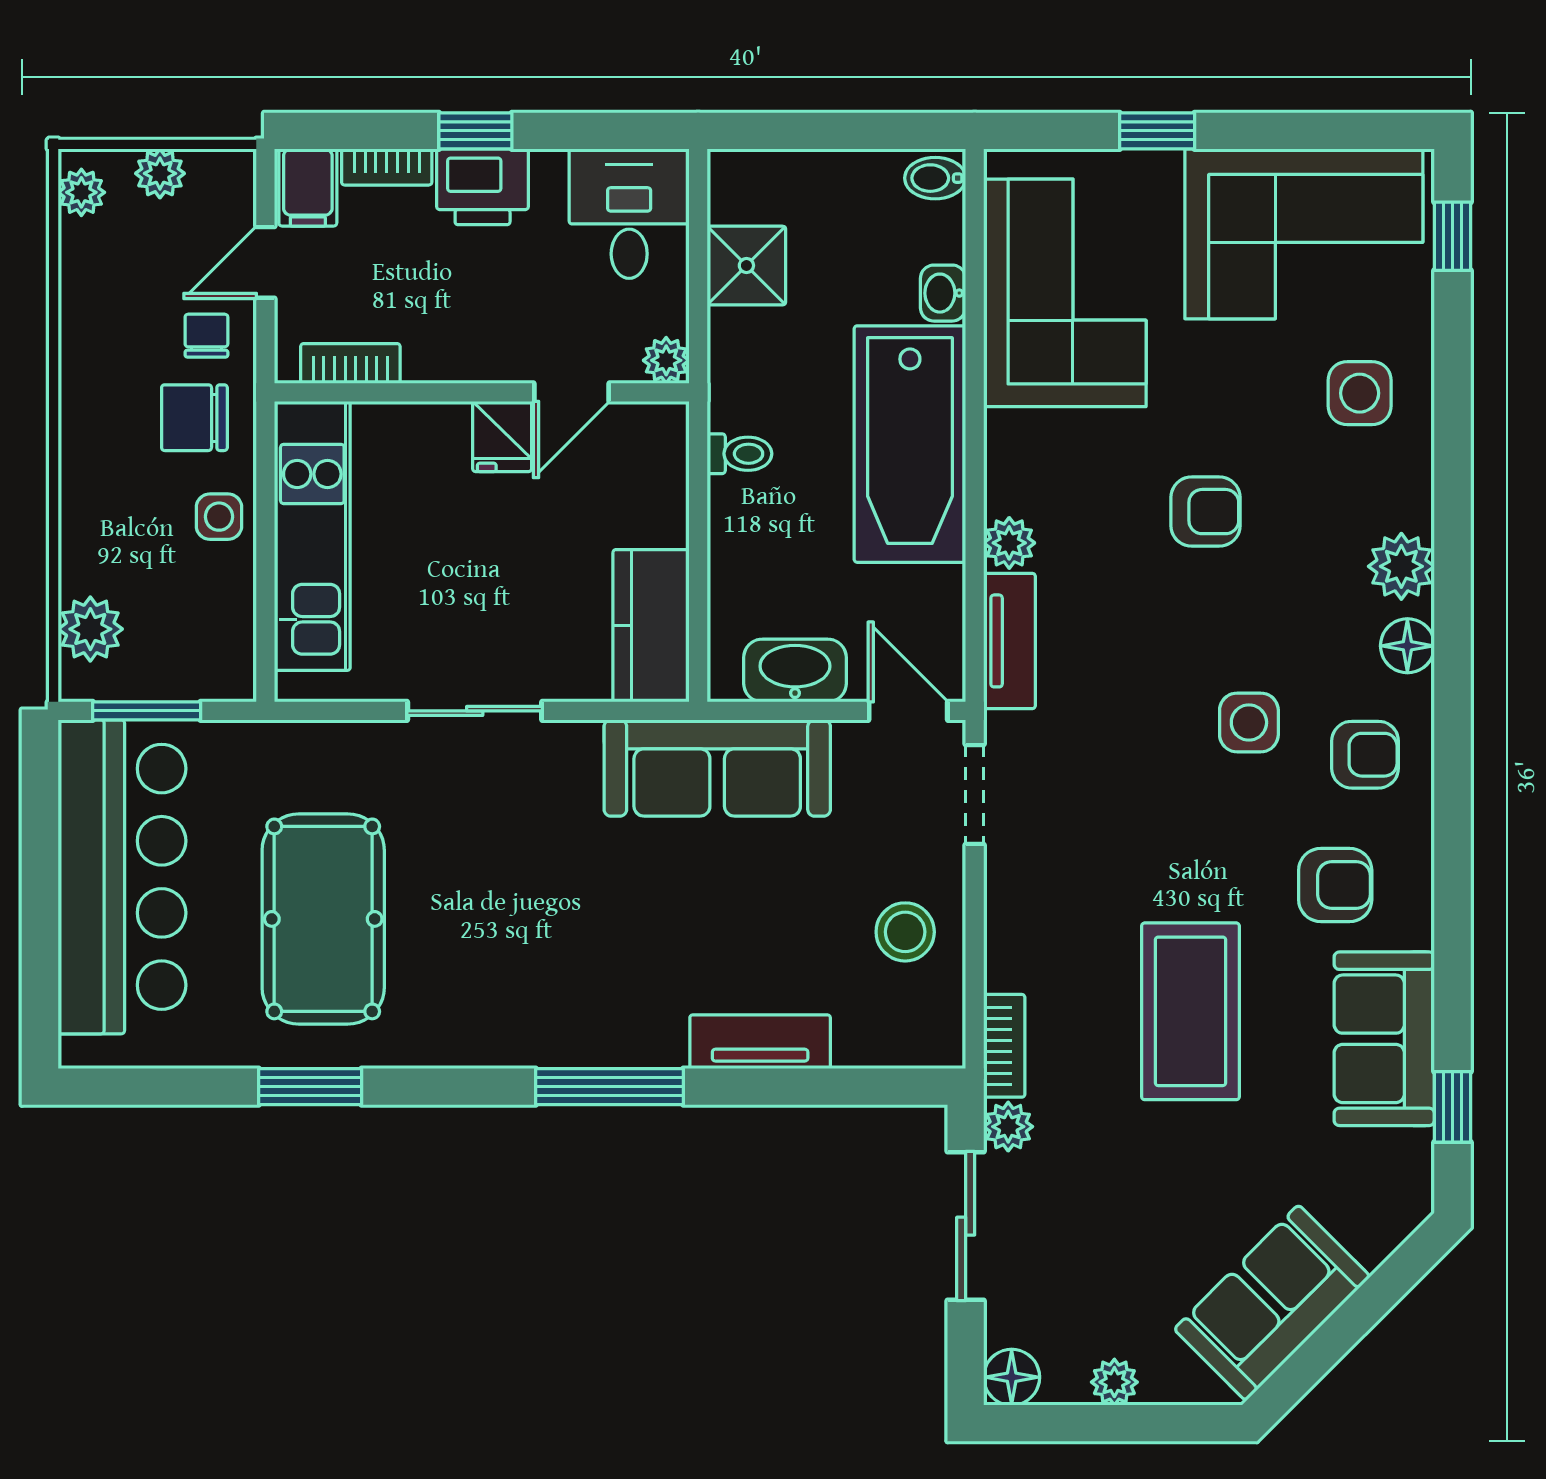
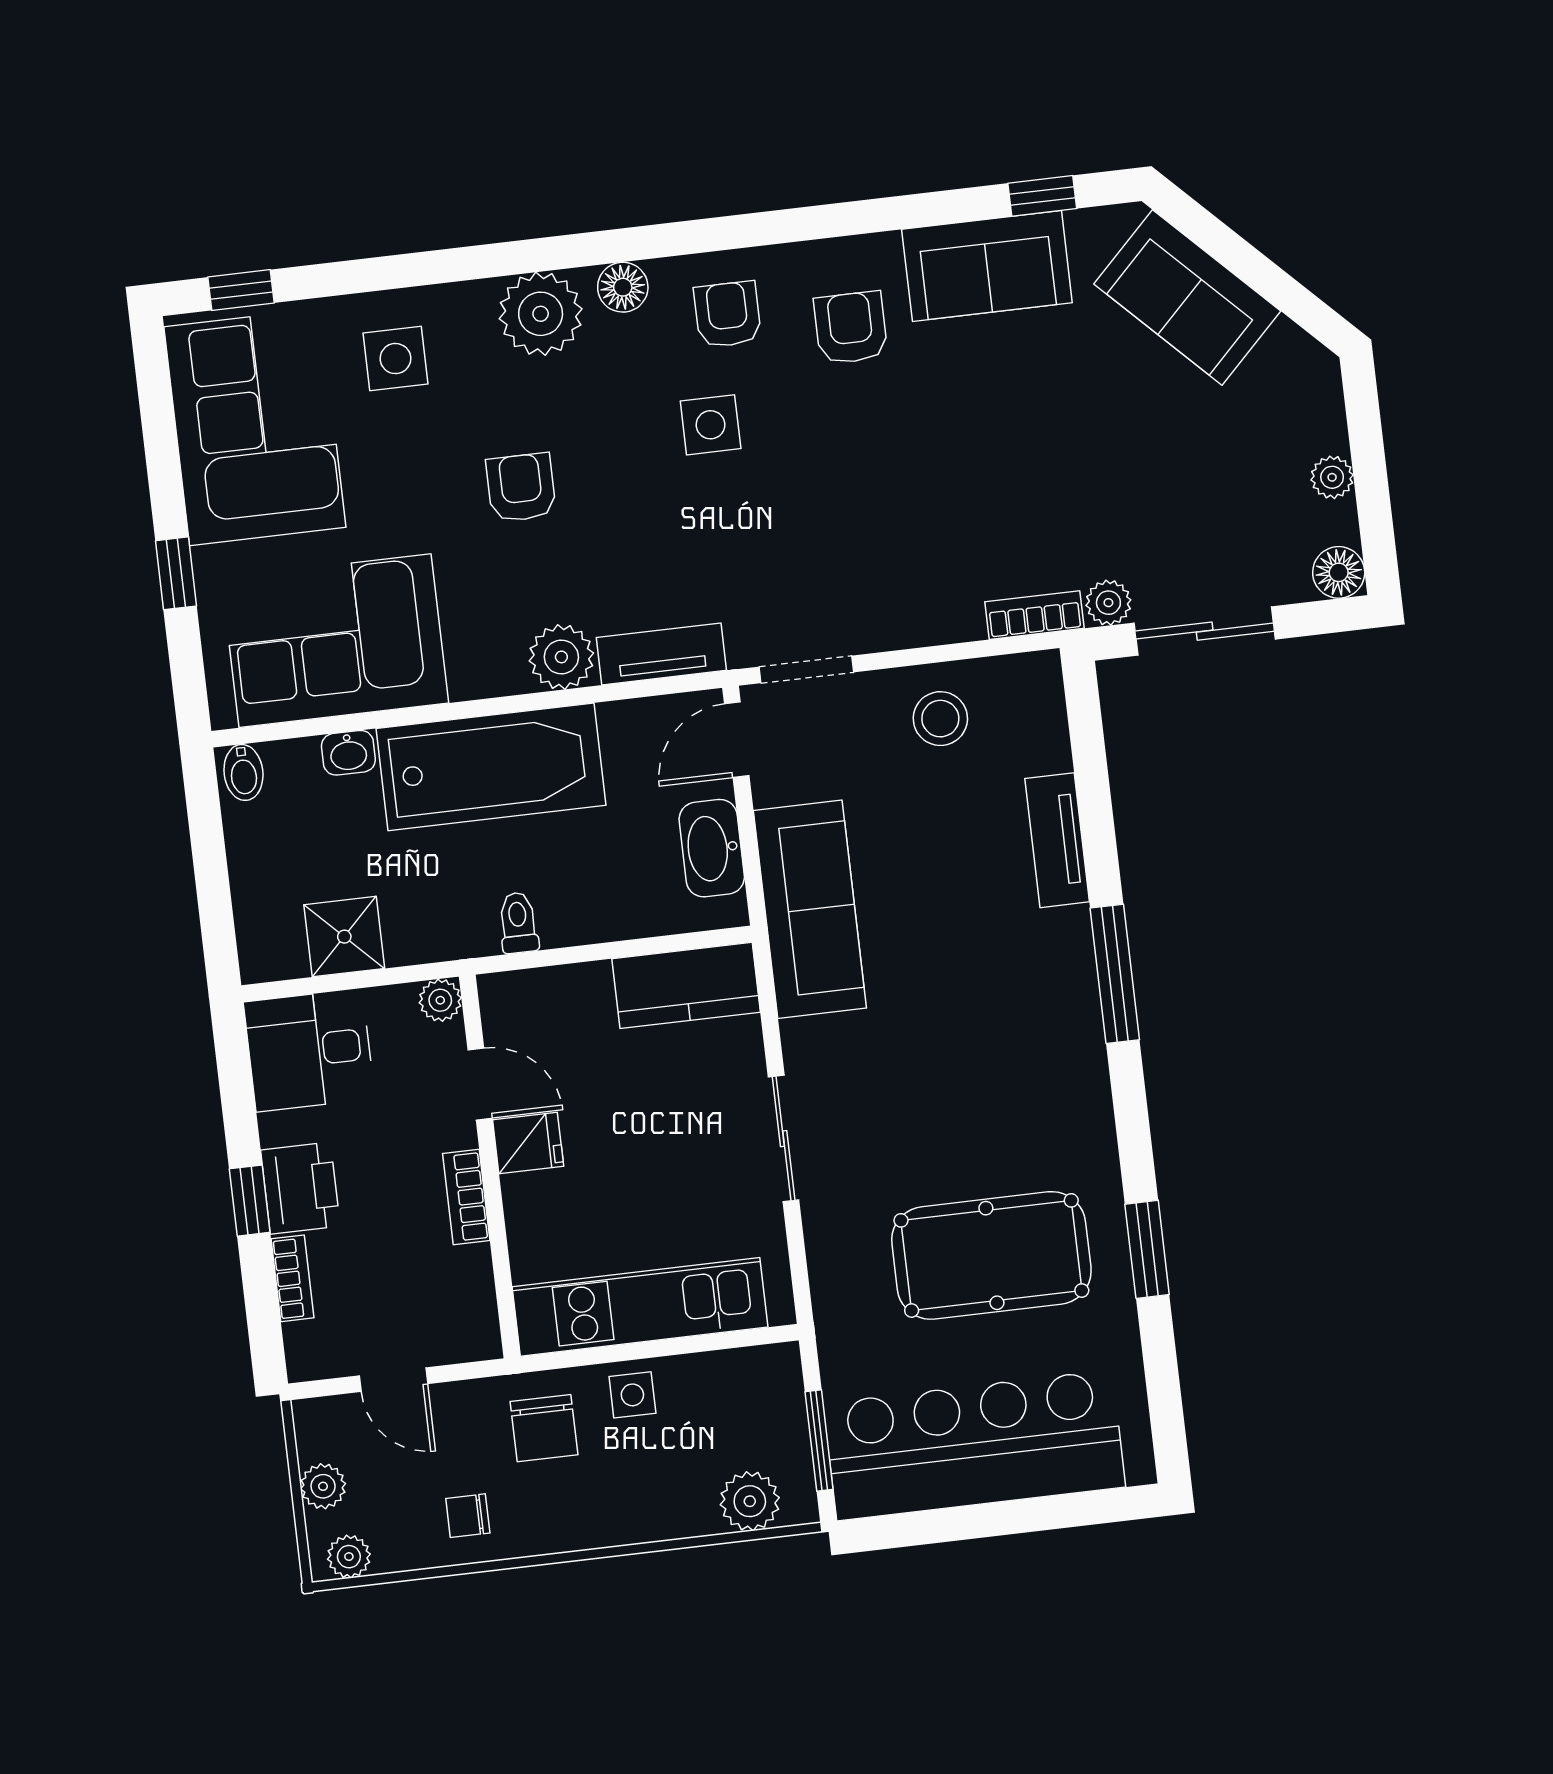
filing cabinet: (308, 187) -> (320, 1349), removed
chair: (206, 336) -> (468, 1516), moved
bookcase: (350, 363) -> (466, 1197), moved
plant: (1009, 543) -> (561, 657), width x1.38, depth x1.38
plant: (1401, 566) -> (541, 314), width x1.36, depth x1.36
coffee table: (1190, 1011) -> (983, 447), removed
sofa: (1272, 1303) -> (1187, 297), moved

